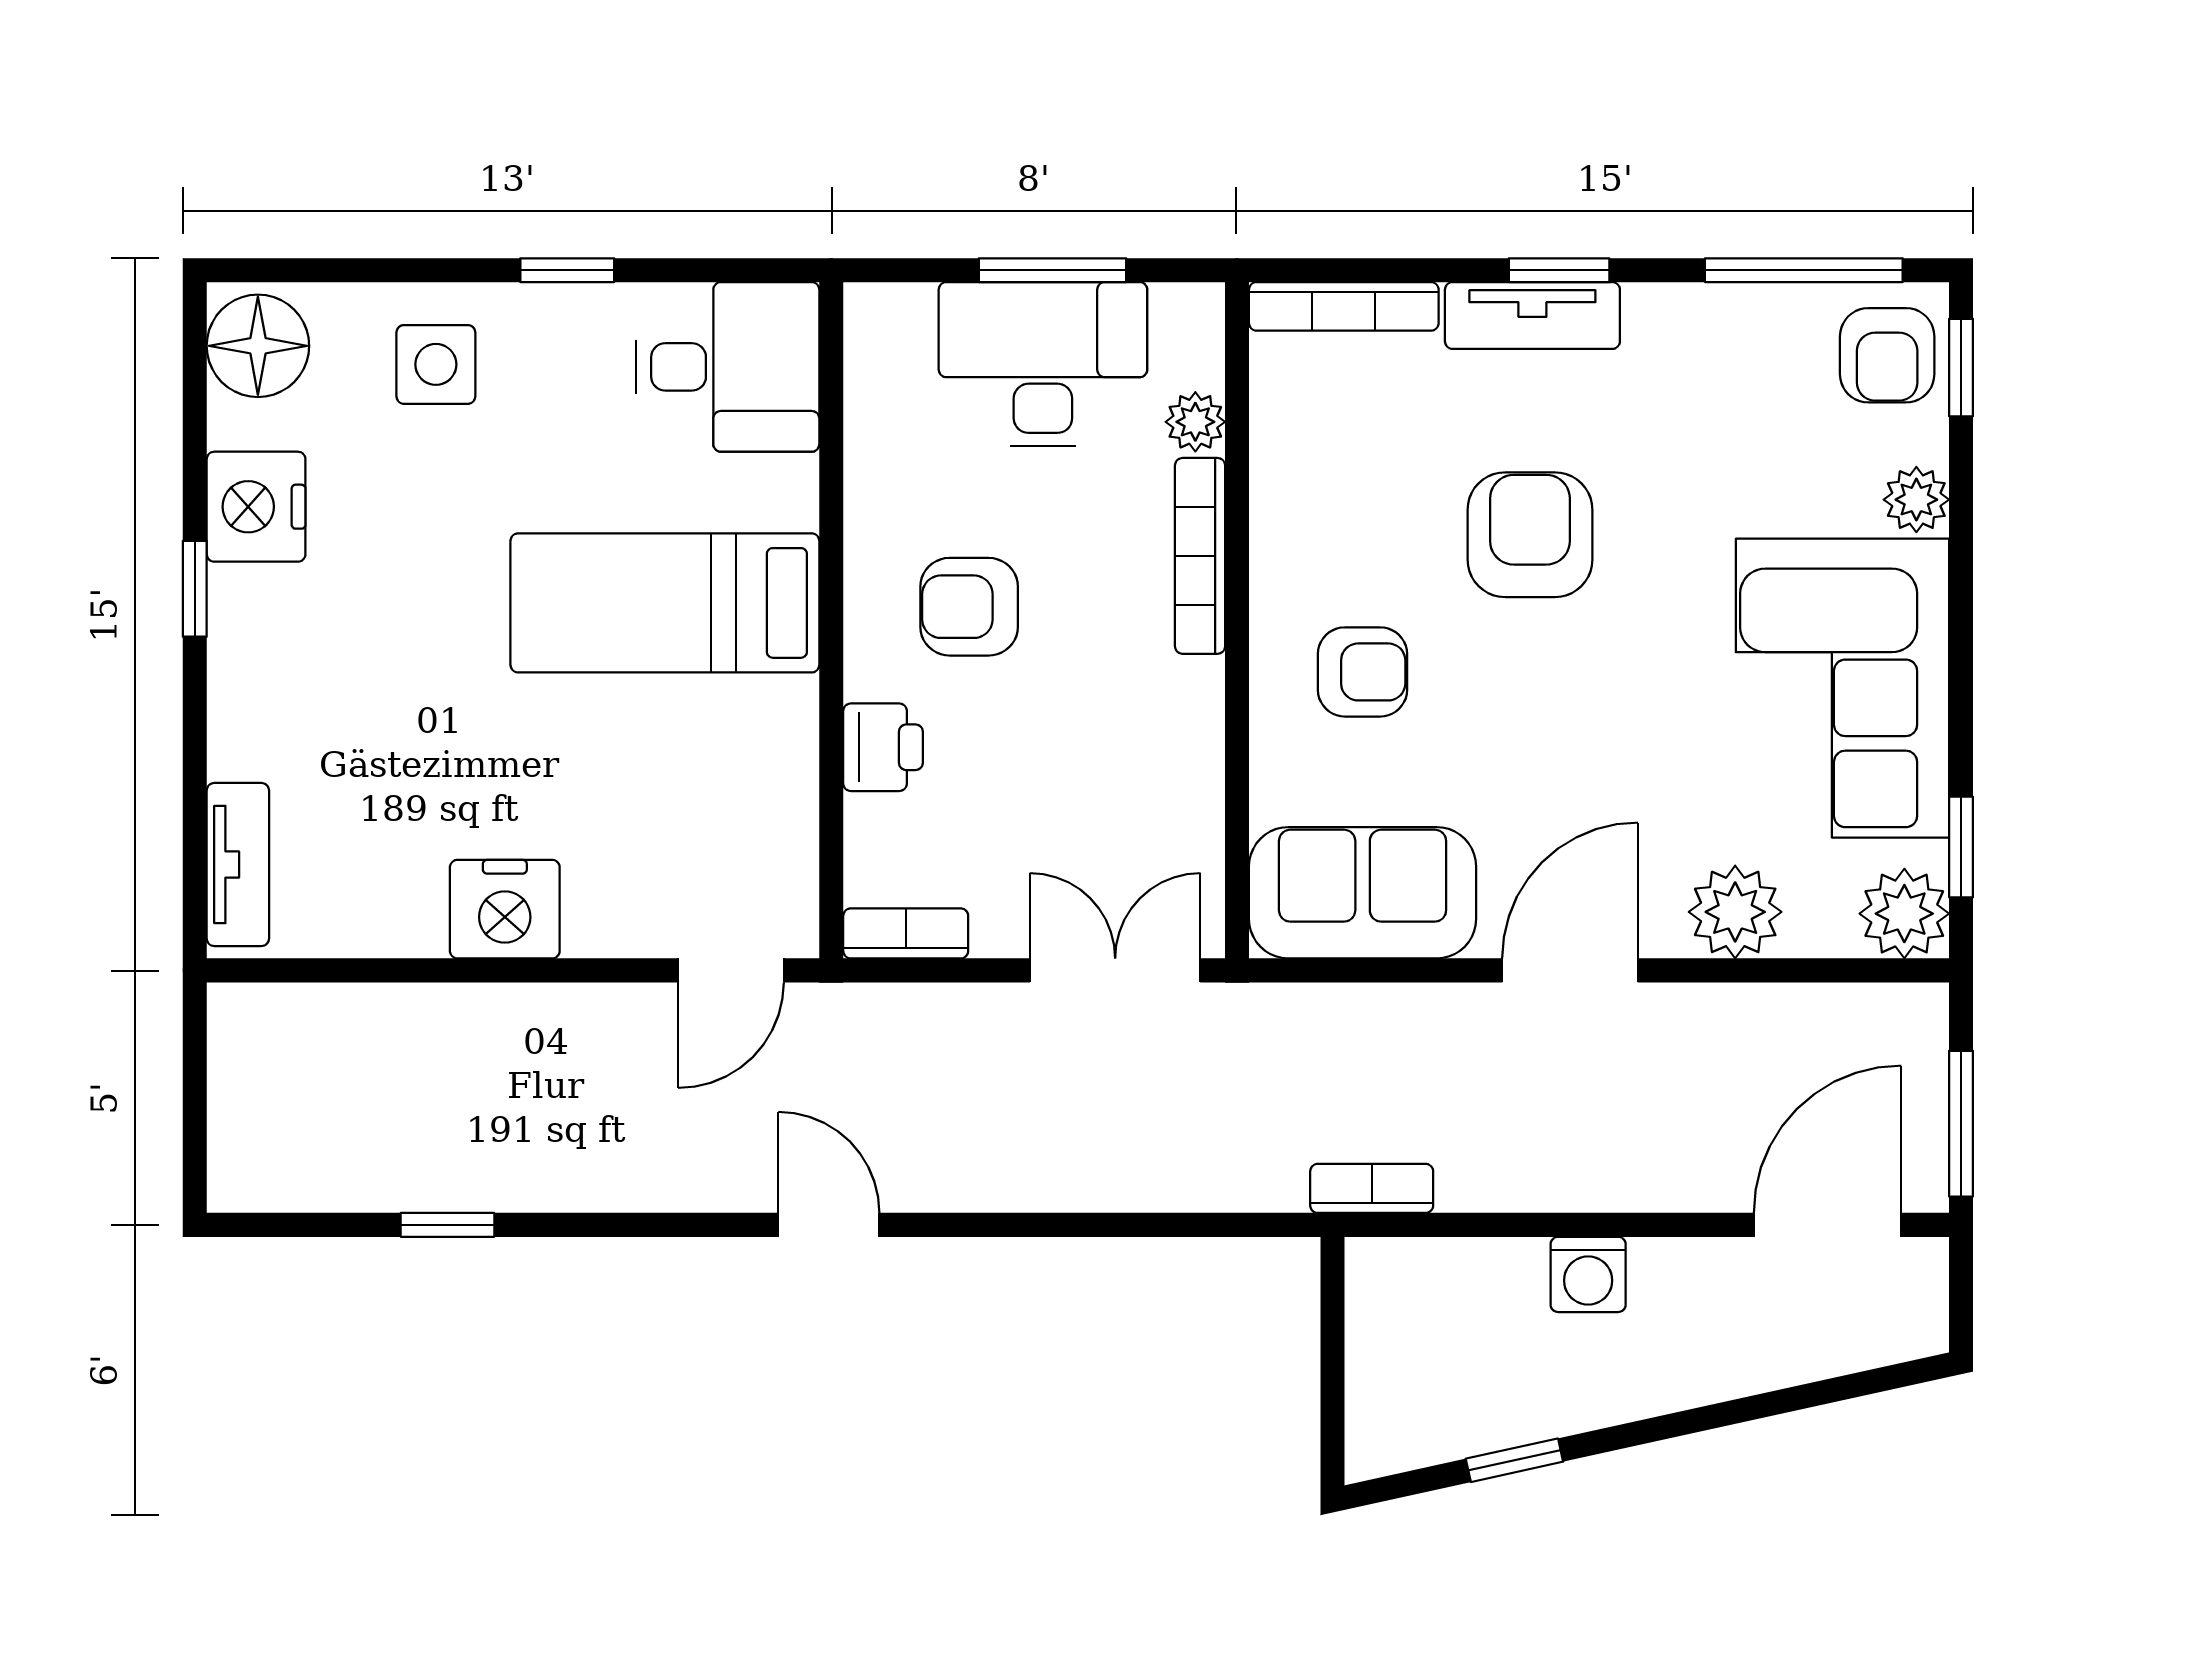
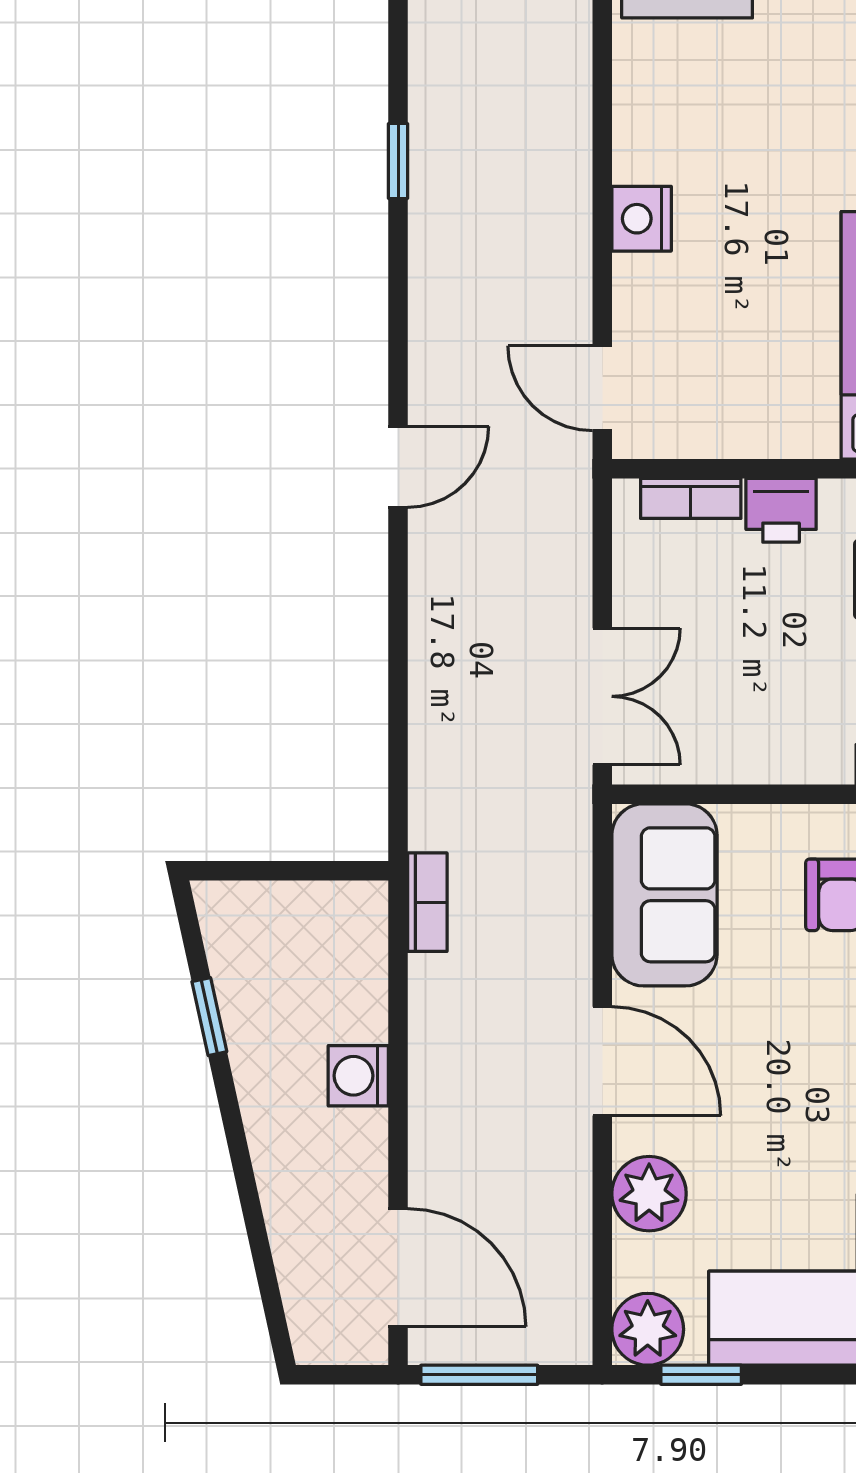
nightstand: (505, 909) -> (642, 219), width x0.74, depth x0.75
bookcase: (906, 933) -> (691, 498), moved, turned 90

